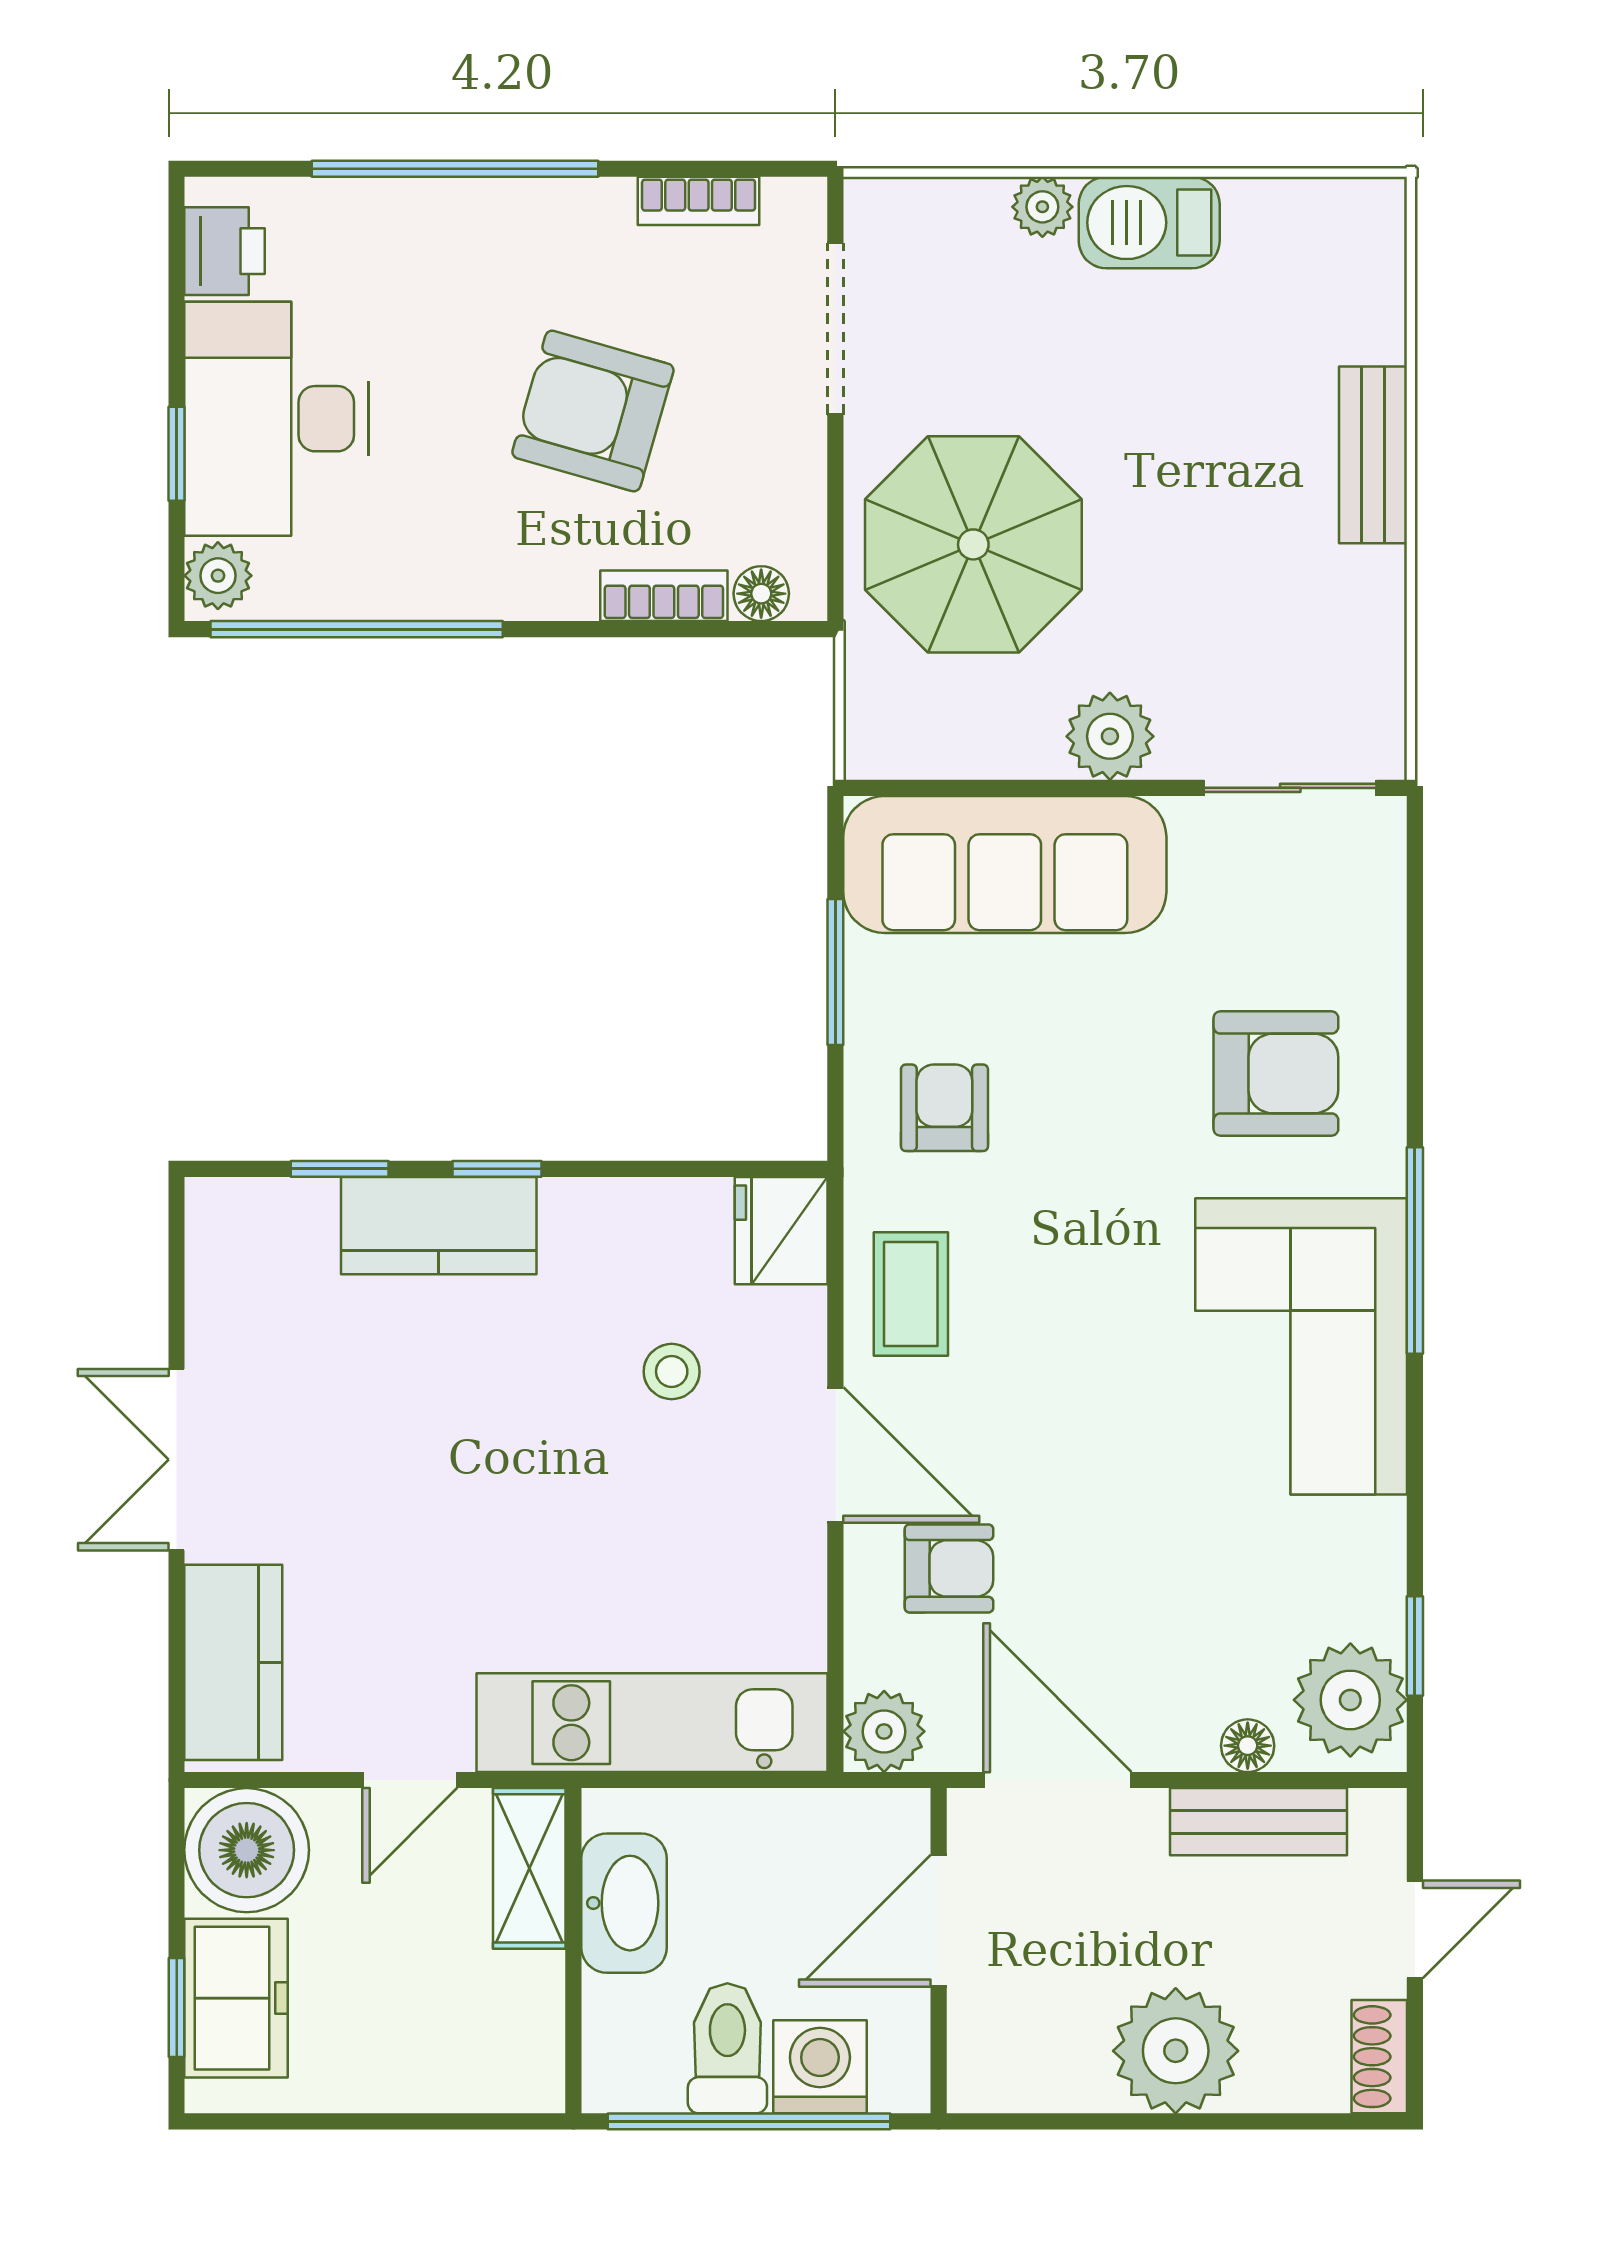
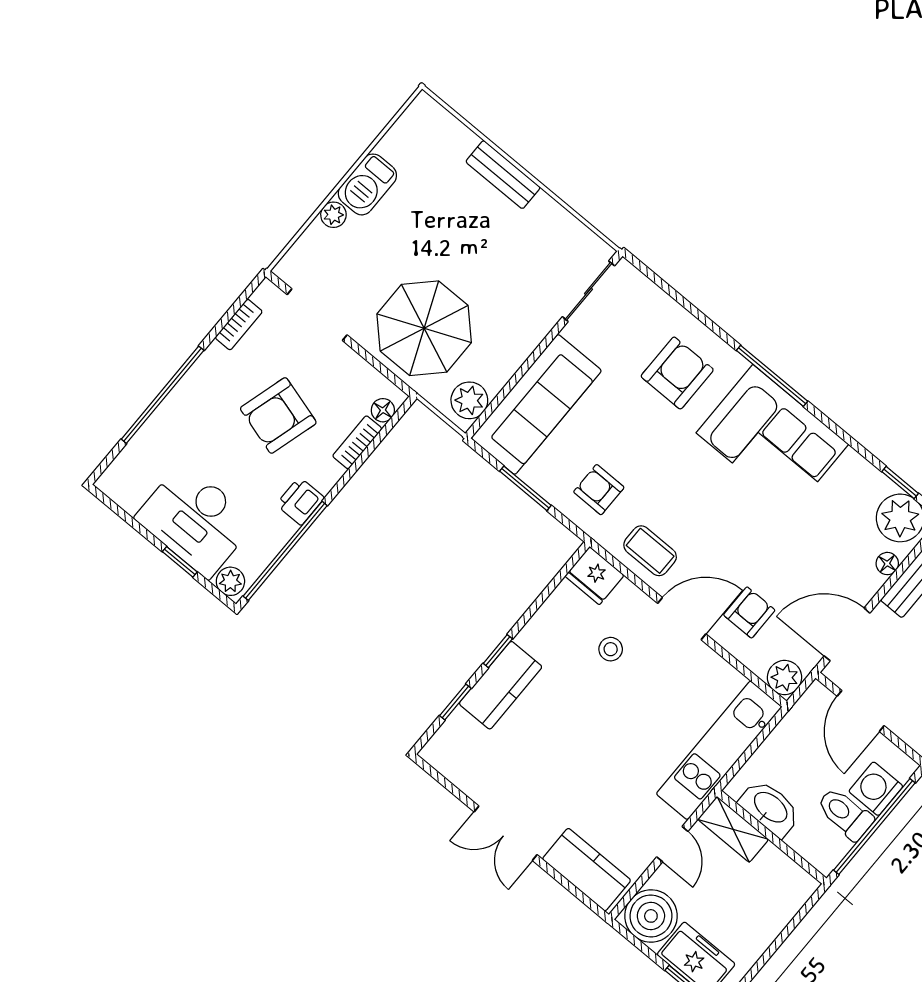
printer: (225, 251) -> (300, 501), moved, turned -90
plant: (1110, 736) -> (469, 400), moved

